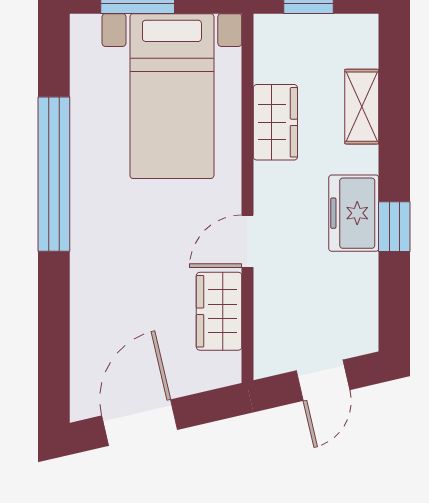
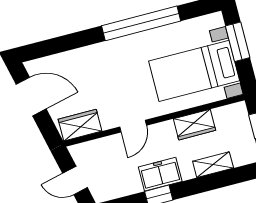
door: (248, 241) -> (133, 126), swing flipped
wardrobe: (219, 311) -> (80, 125), moved

